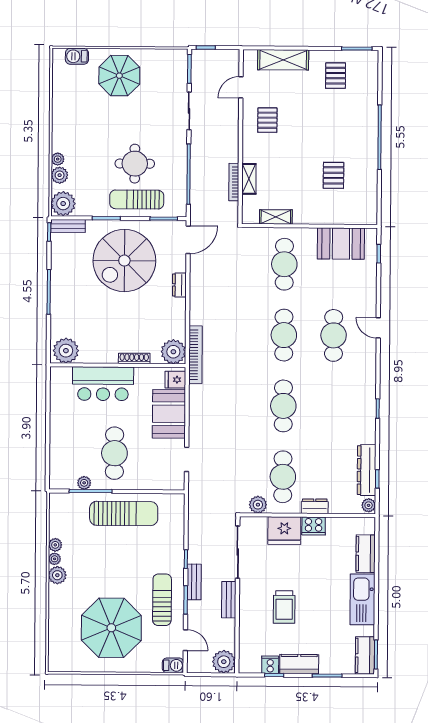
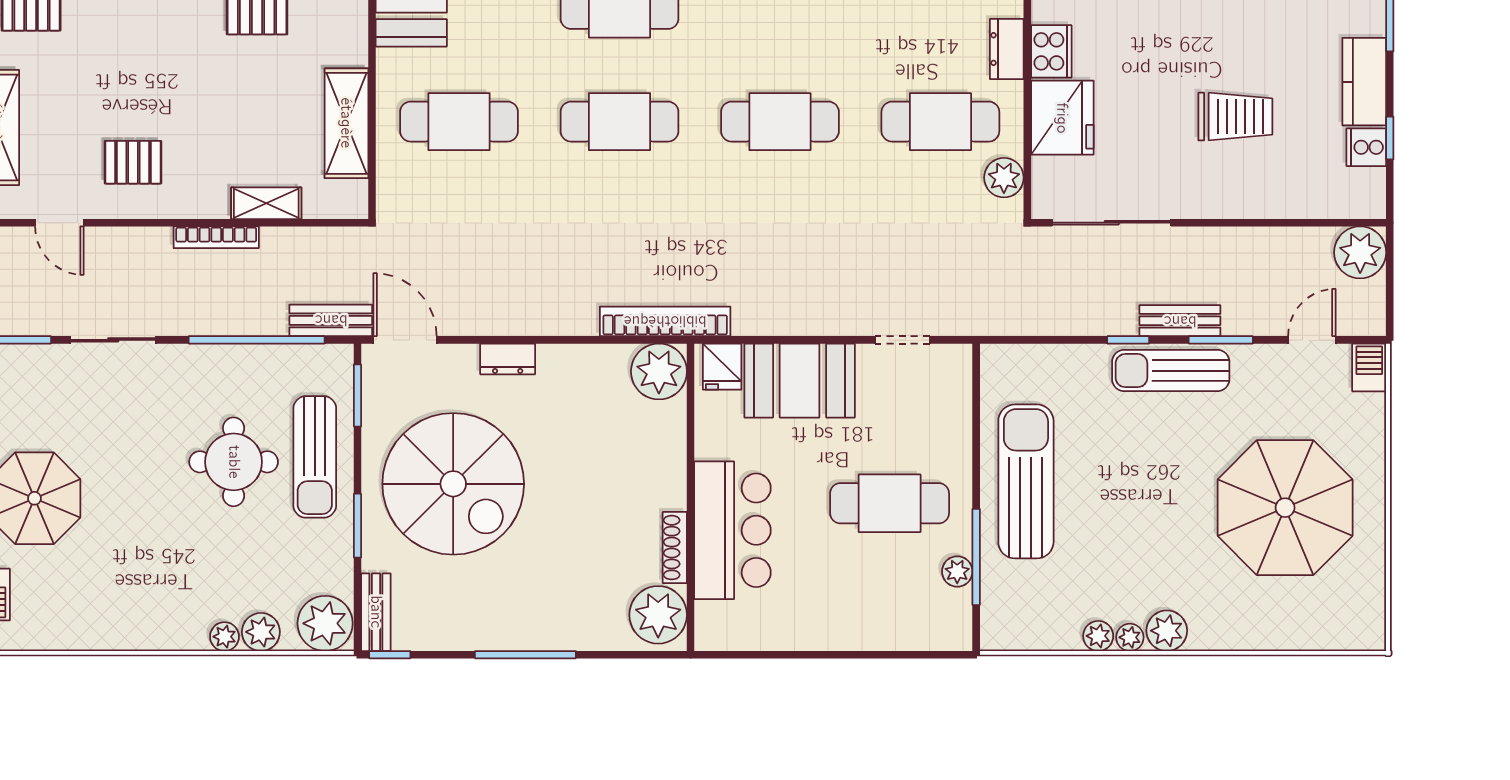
bookcase: (234, 182) -> (216, 237), moved
shelving: (276, 217) -> (346, 123), width x1.50, depth x1.33
shoe rack: (134, 358) -> (675, 548), moved
sun lounger: (162, 600) -> (1171, 371), moved
bench: (229, 600) -> (331, 320), moved

